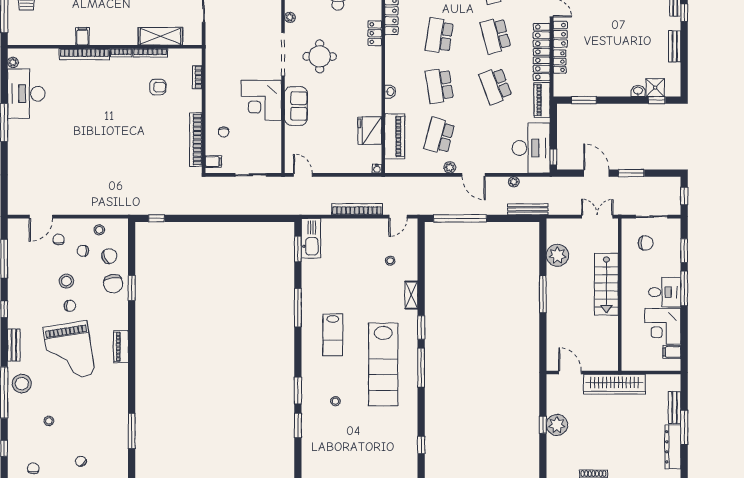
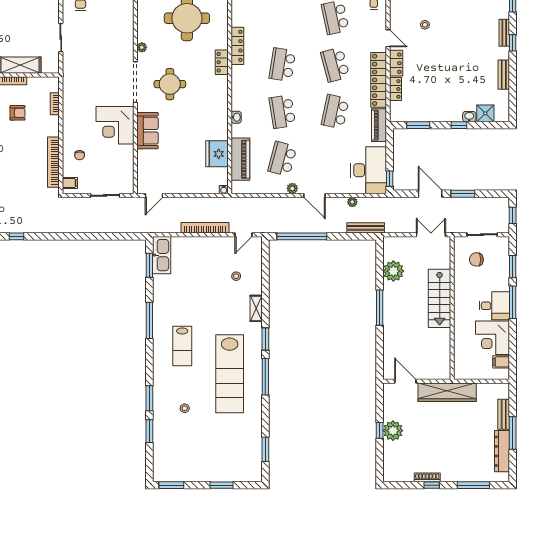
school desk: (495, 86) -> (335, 112), turned 33
window: (657, 100) -> (459, 125), moved
door: (303, 175) -> (154, 195), swing flipped
chair: (646, 243) -> (476, 259), turned 180
window: (421, 445) -> (265, 449), width x1.50

